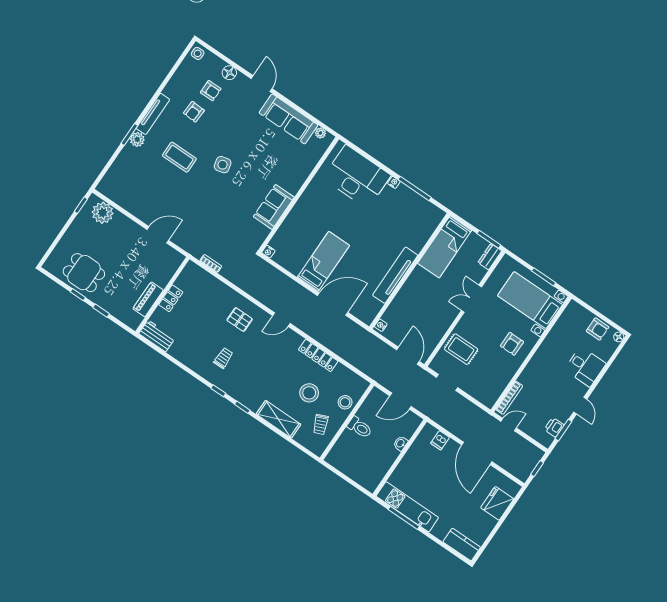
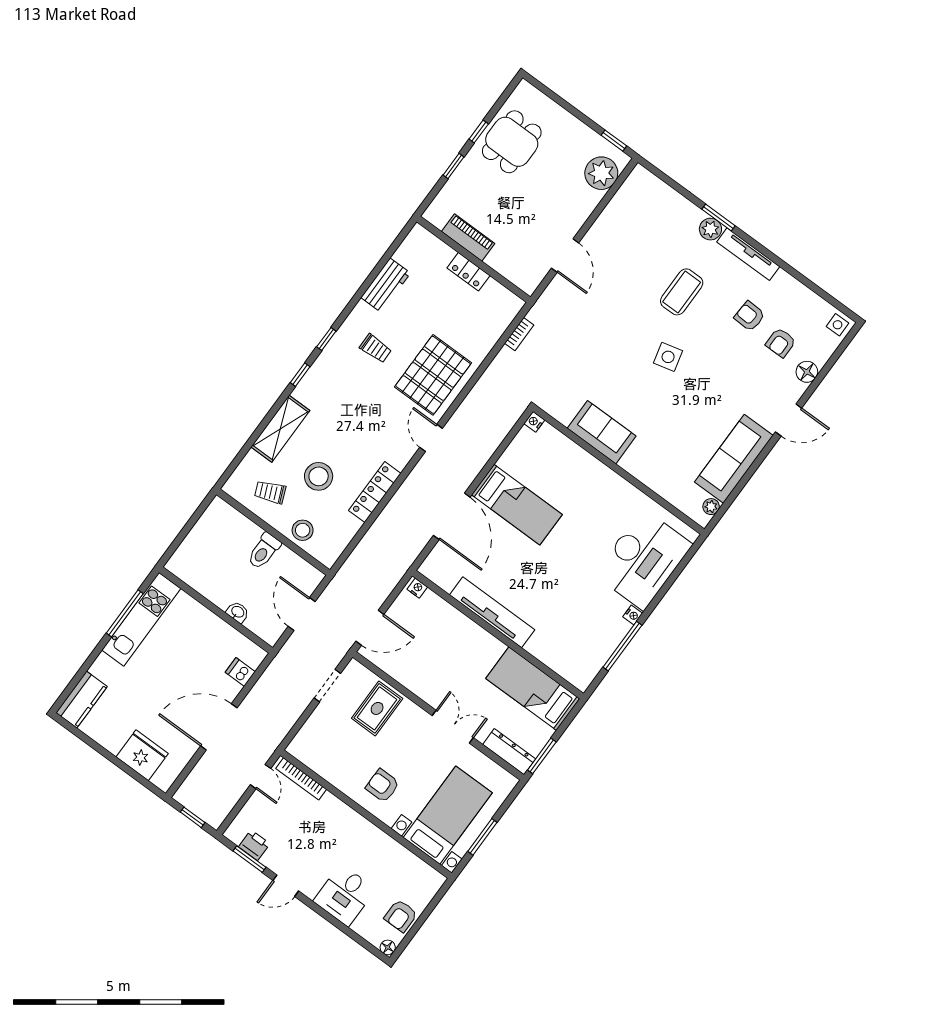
dresser: (490, 257) -> (509, 752), width x1.44
pallet: (240, 320) -> (433, 375), width x2.05, depth x2.00
workbench: (157, 336) -> (386, 285), moved

